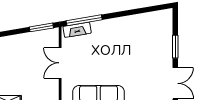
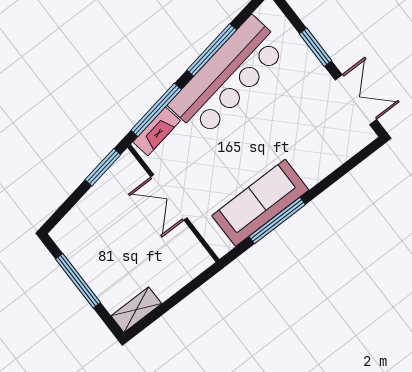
window: (129, 13) -> (212, 50), added
bar counter: (127, 30) -> (228, 77), added

